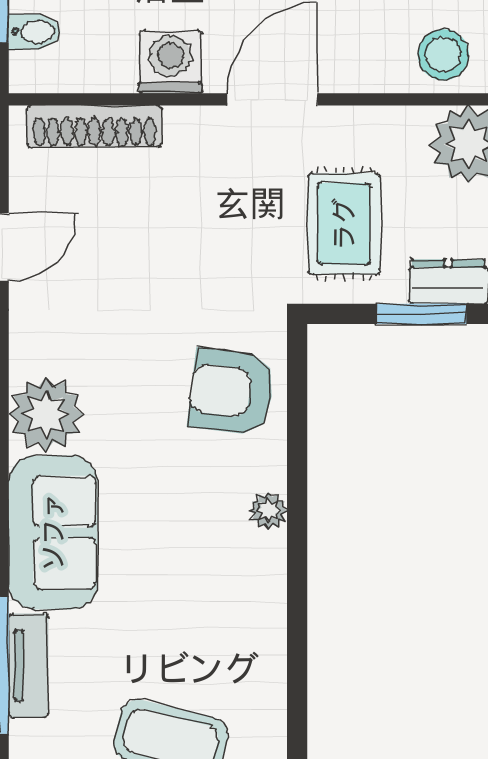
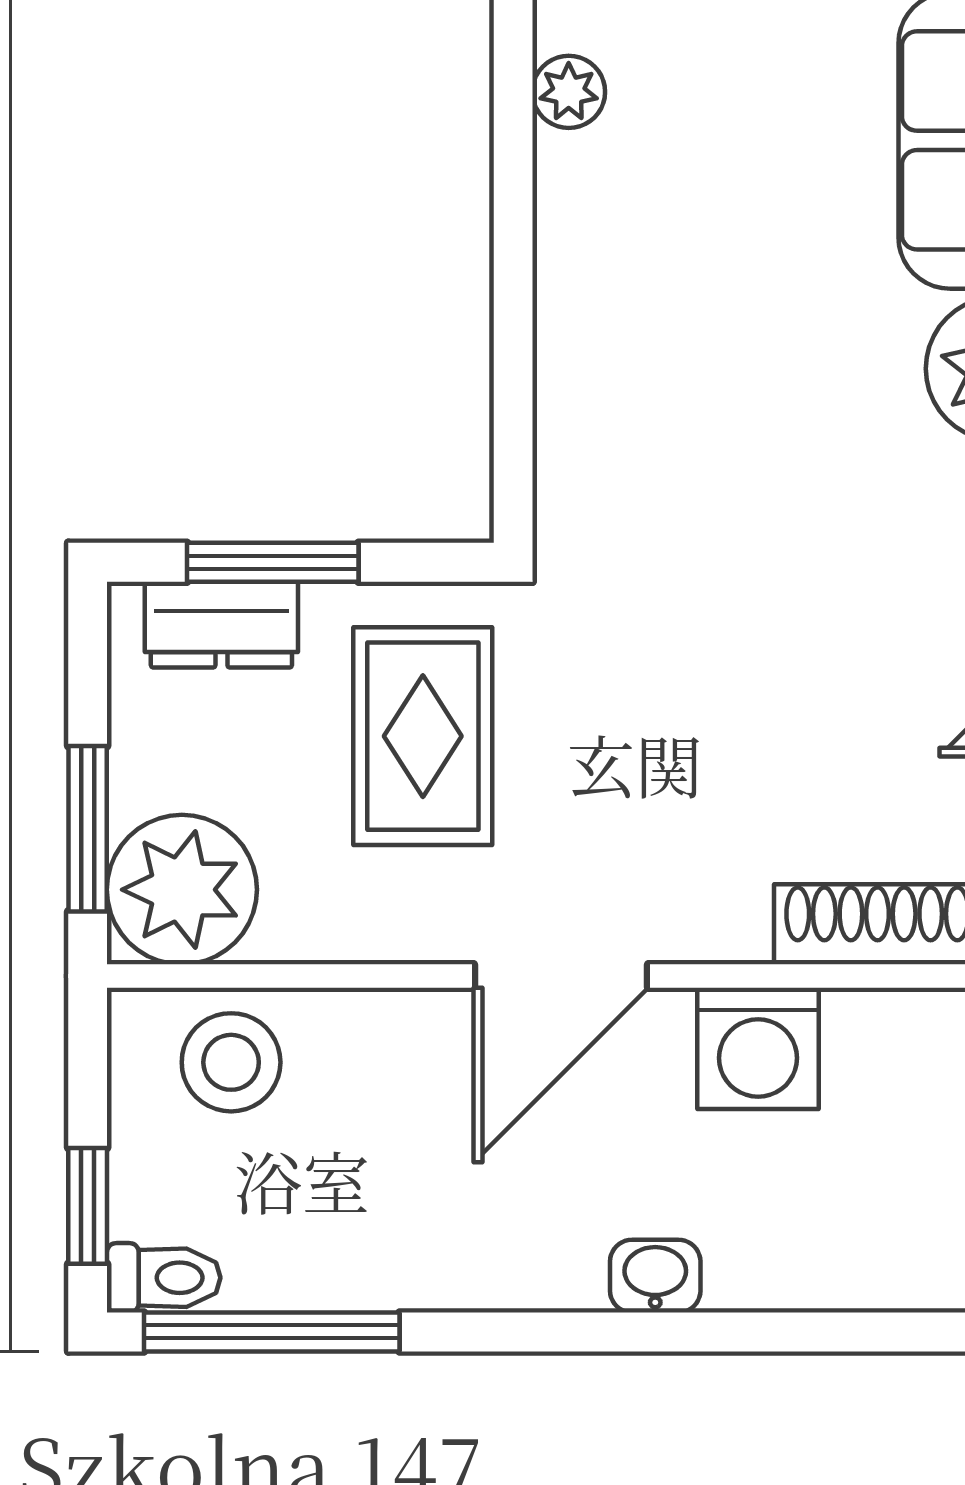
armchair: (232, 392) -> (640, 412), removed
plant: (268, 511) -> (569, 92), moved

